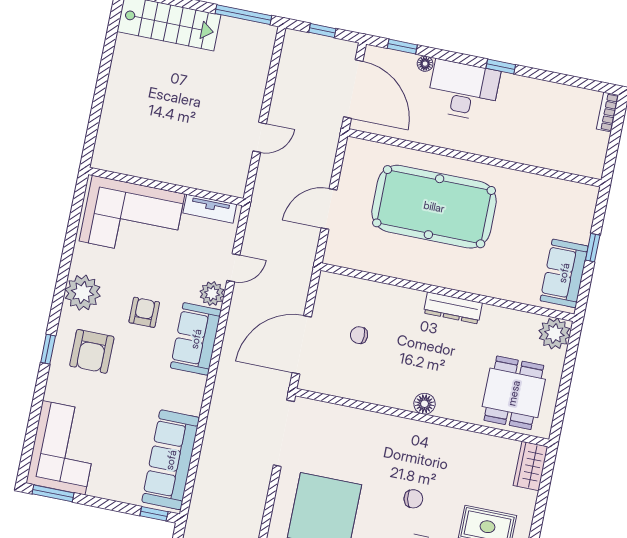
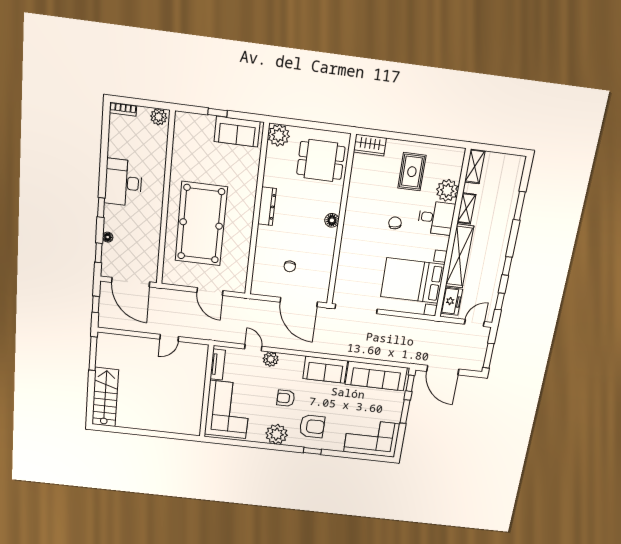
window: (501, 66) -> (101, 207), moved
door: (353, 89) -> (131, 282), swing flipped
desk: (463, 90) -> (123, 183), moved
door: (260, 137) -> (169, 338), swing flipped
plant: (593, 162) -> (159, 117), added
sofa: (196, 339) -> (325, 370), moved
window: (53, 493) -> (405, 412), moved

